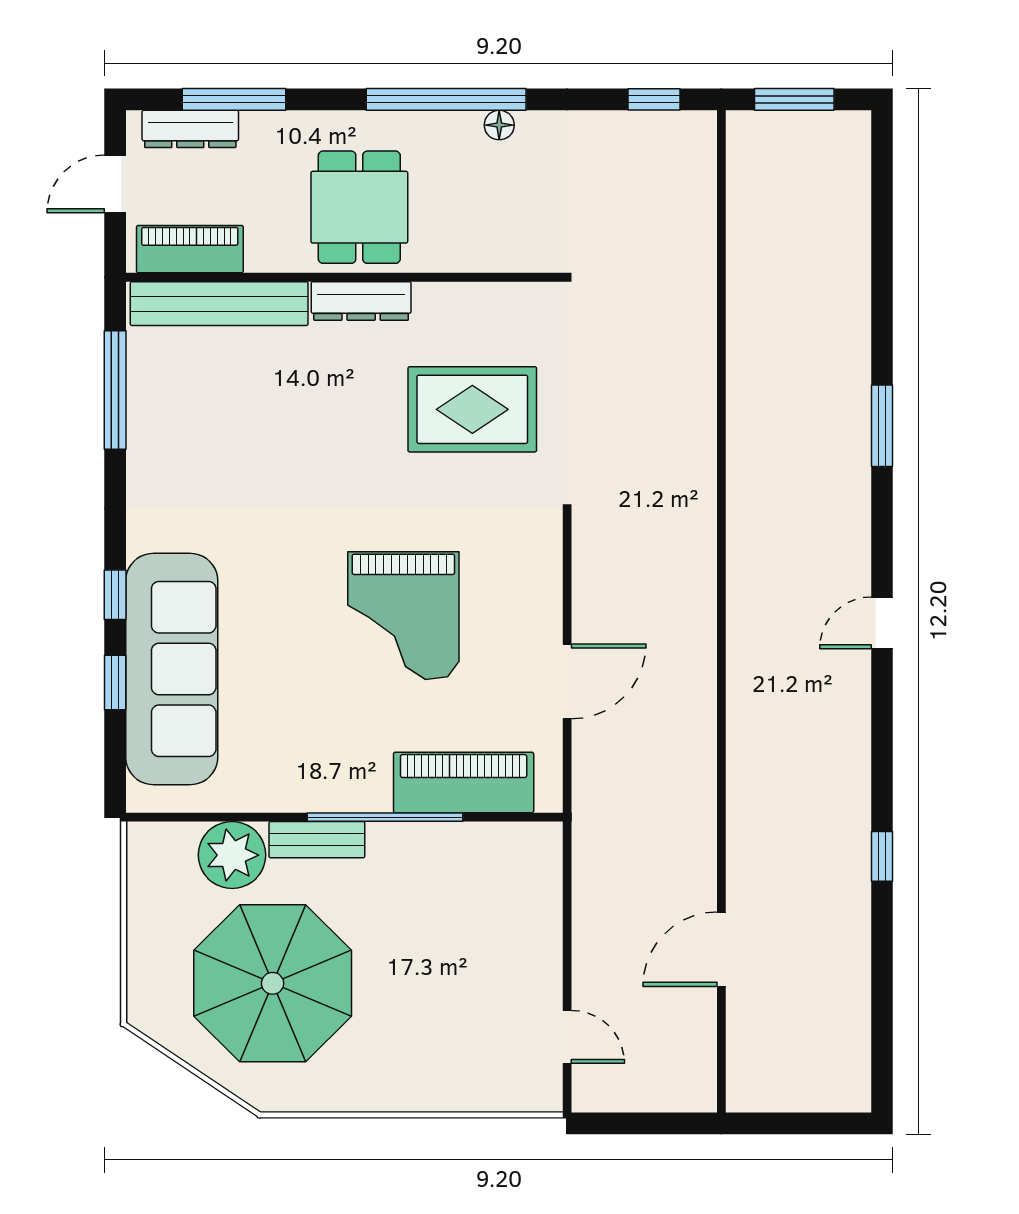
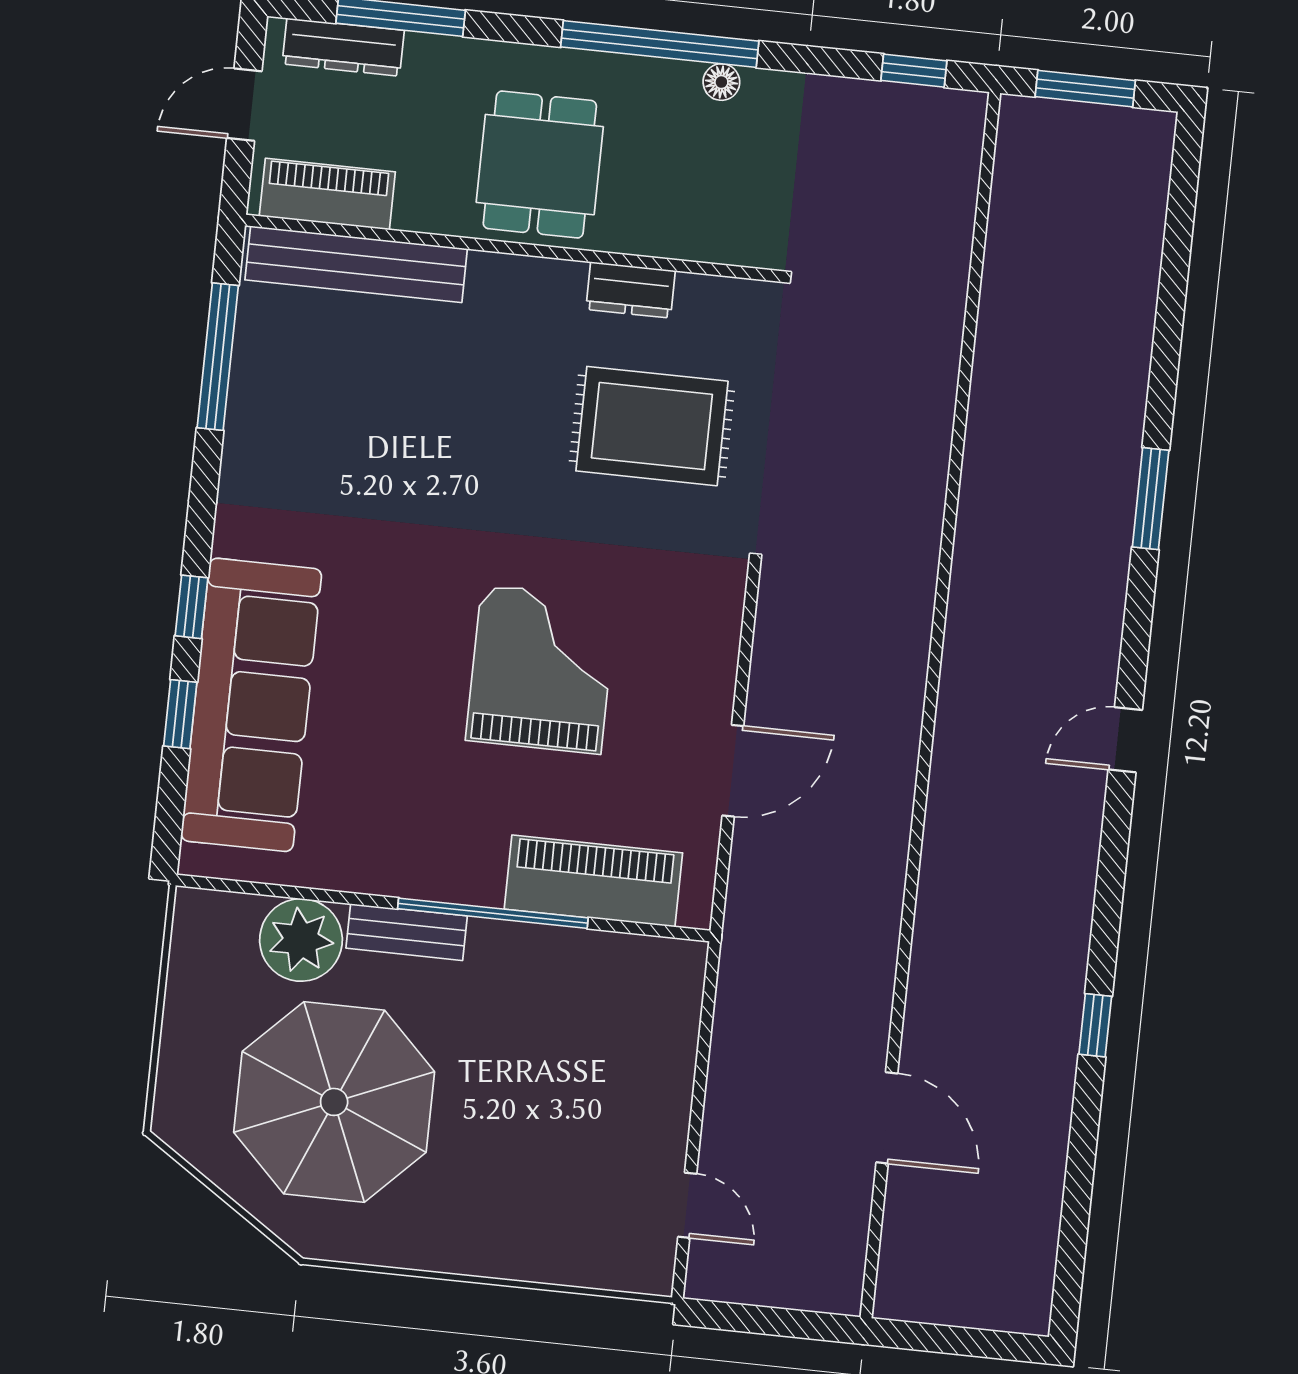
dresser: (361, 301) -> (631, 290), moved, width x0.70
grand piano: (403, 616) -> (541, 669), turned 180
door: (721, 949) -> (887, 1118), swing flipped

